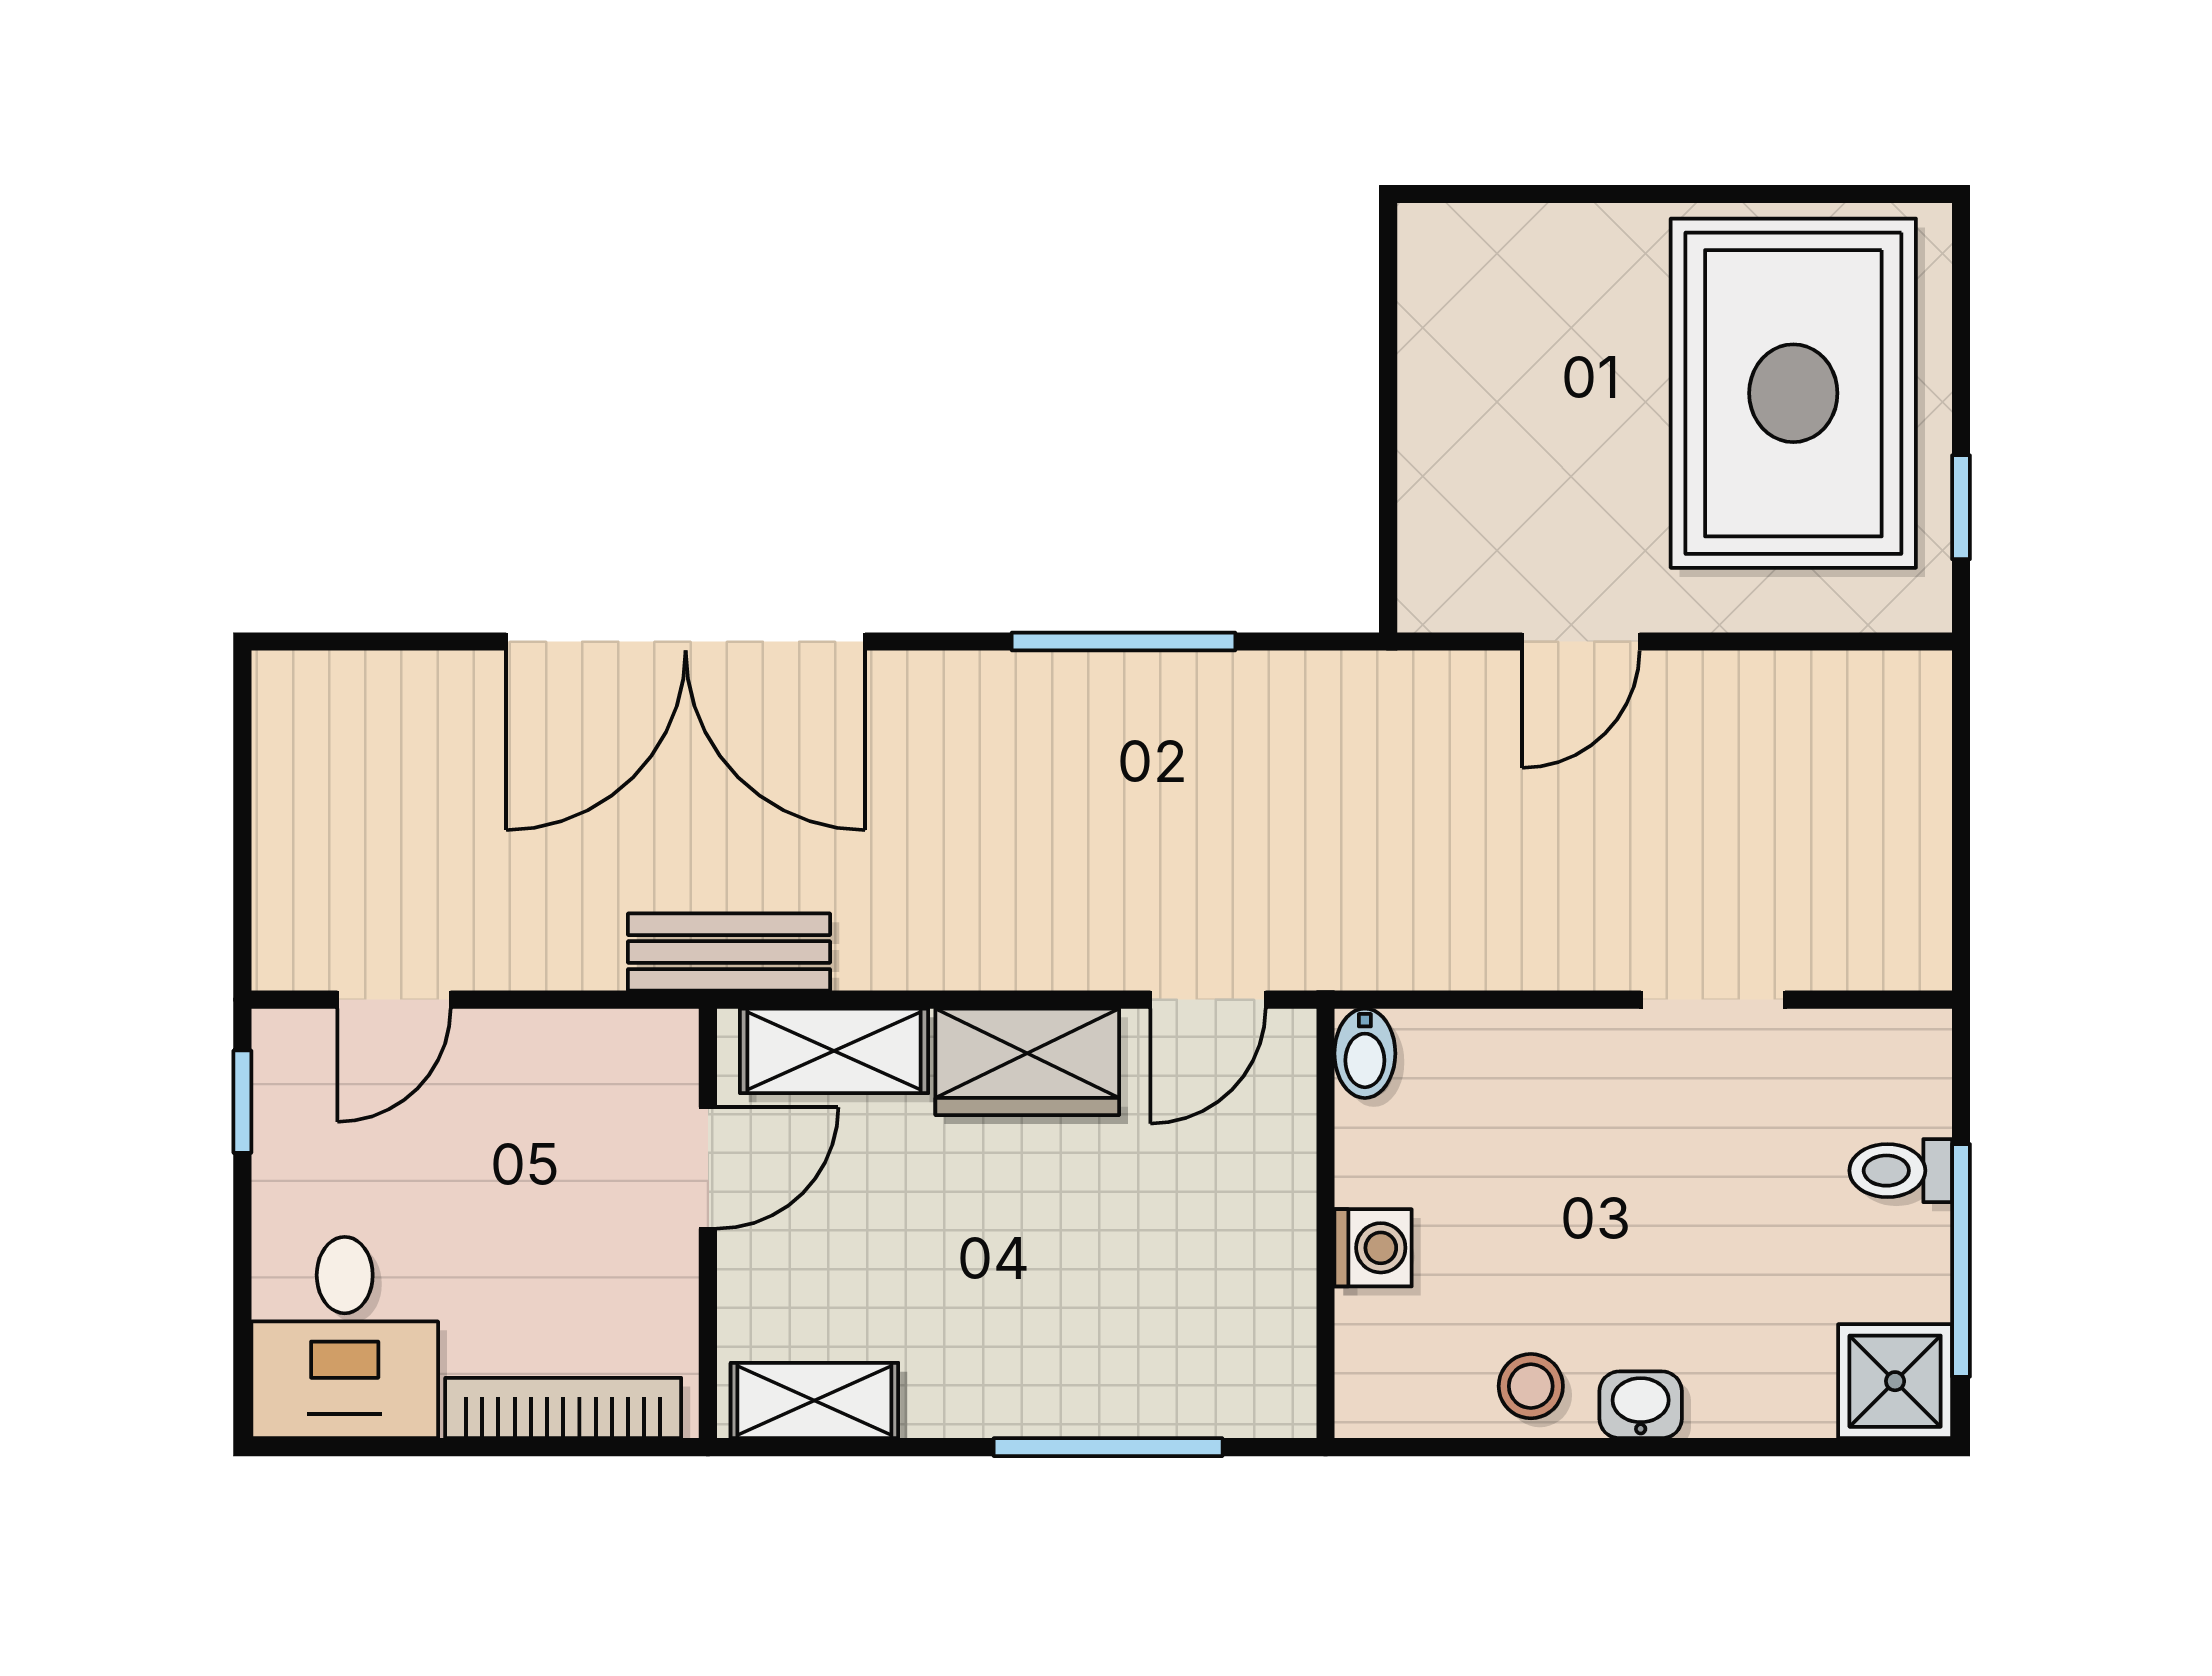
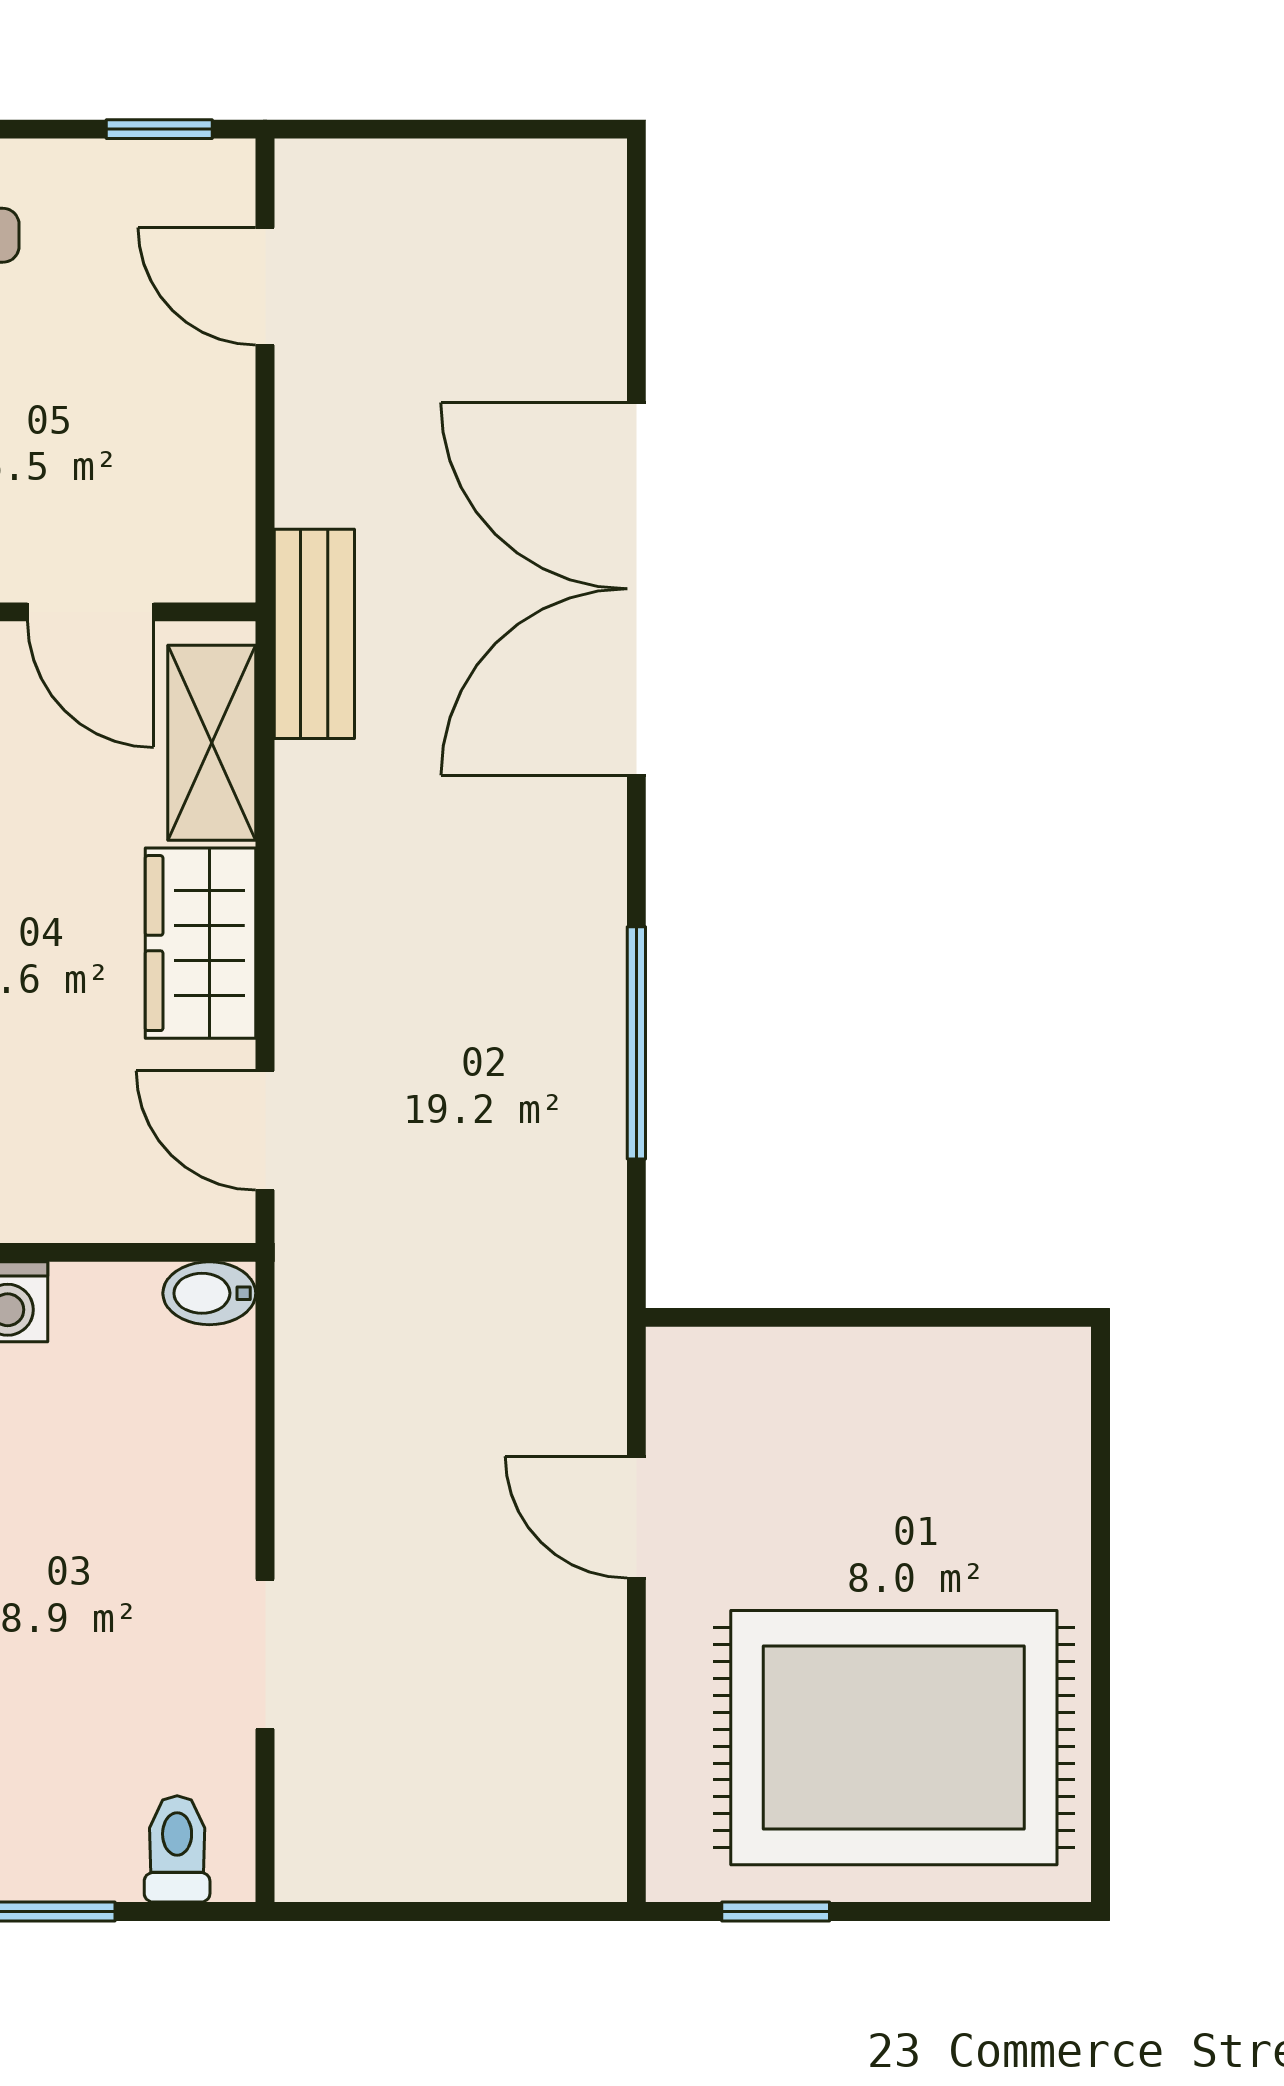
toilet: (1901, 1171) -> (177, 1849), moved

